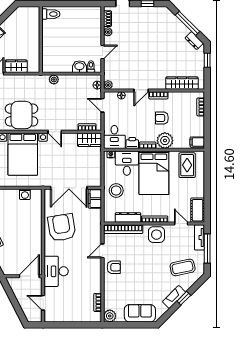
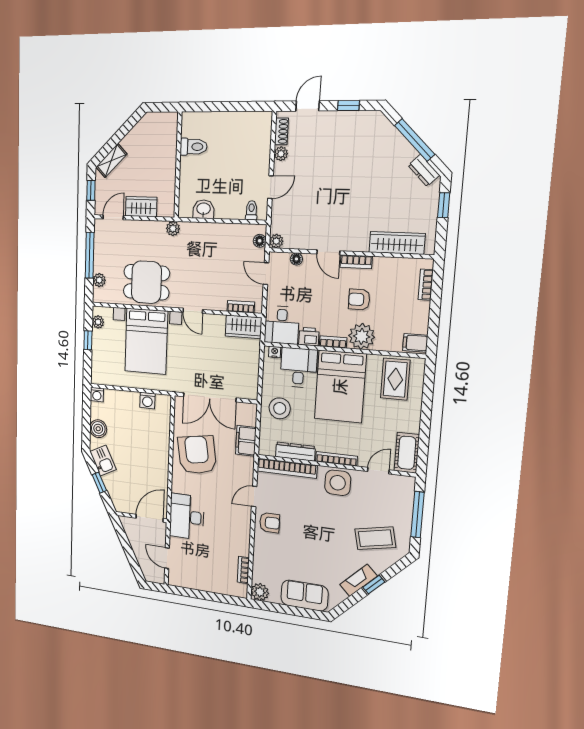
toilet: (51, 14) -> (194, 147), moved
washbasin: (79, 67) -> (204, 209), moved
plant: (54, 80) -> (173, 229), moved
door: (141, 90) -> (328, 252), hinge flipped
filing cabinet: (95, 199) -> (246, 441), moved
door: (181, 224) -> (378, 471), hinge flipped
tv unit: (199, 237) -> (406, 496), removed

